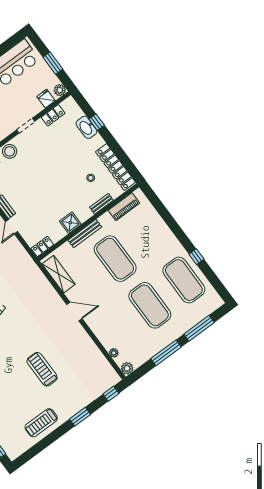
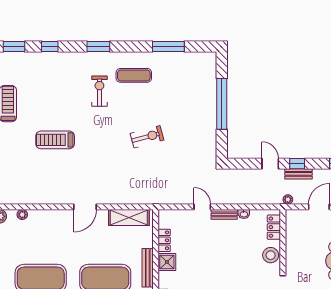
locker: (42, 246) -> (164, 240), moved
treadmill: (42, 369) -> (55, 140), turned 180

